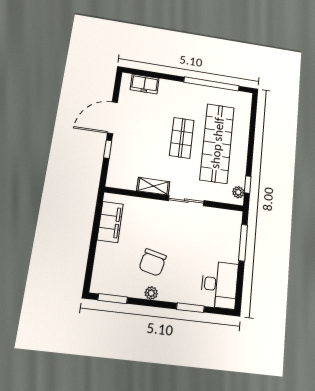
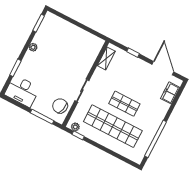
door: (112, 118) -> (163, 68), moved
shelving: (153, 186) -> (106, 58), moved
filing cabinet: (110, 222) -> (85, 38), removed
chair: (153, 262) -> (60, 106), moved

